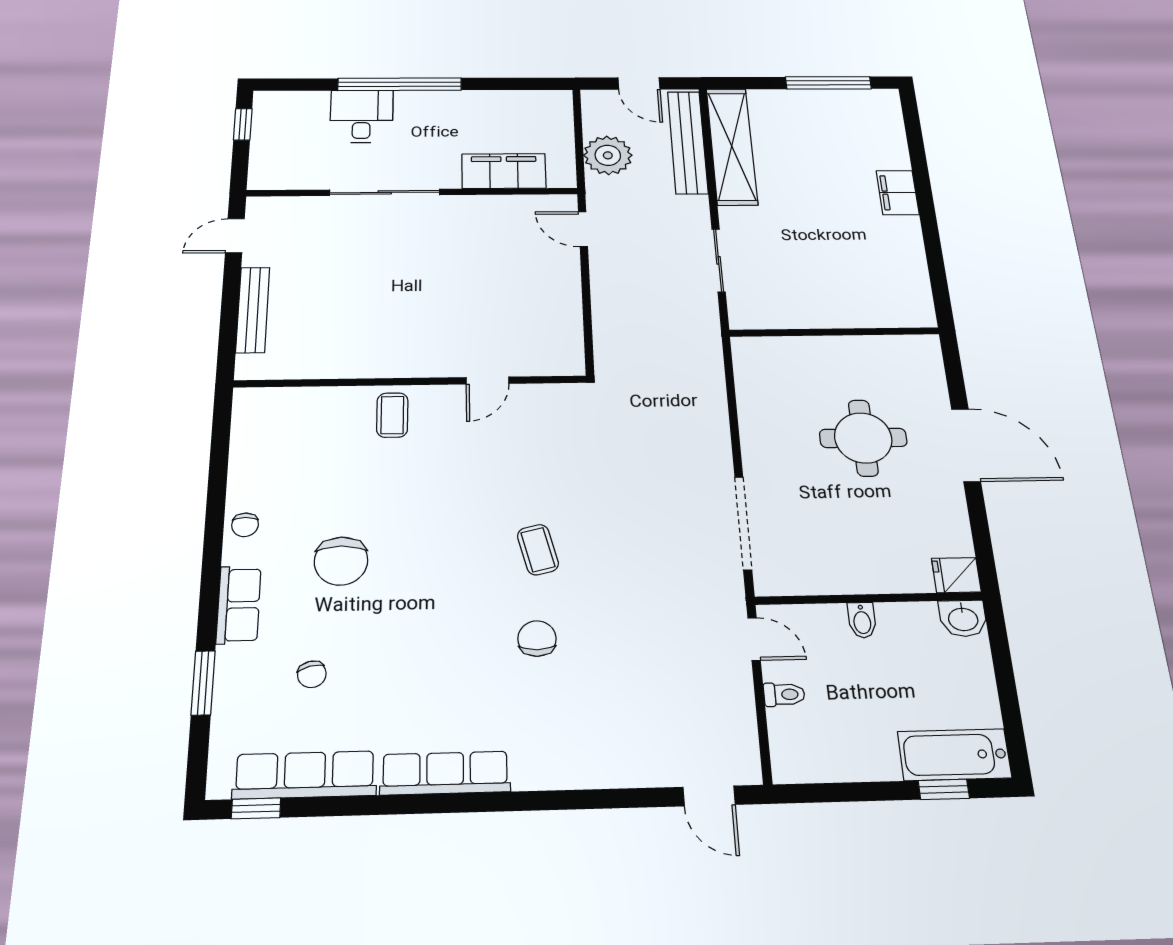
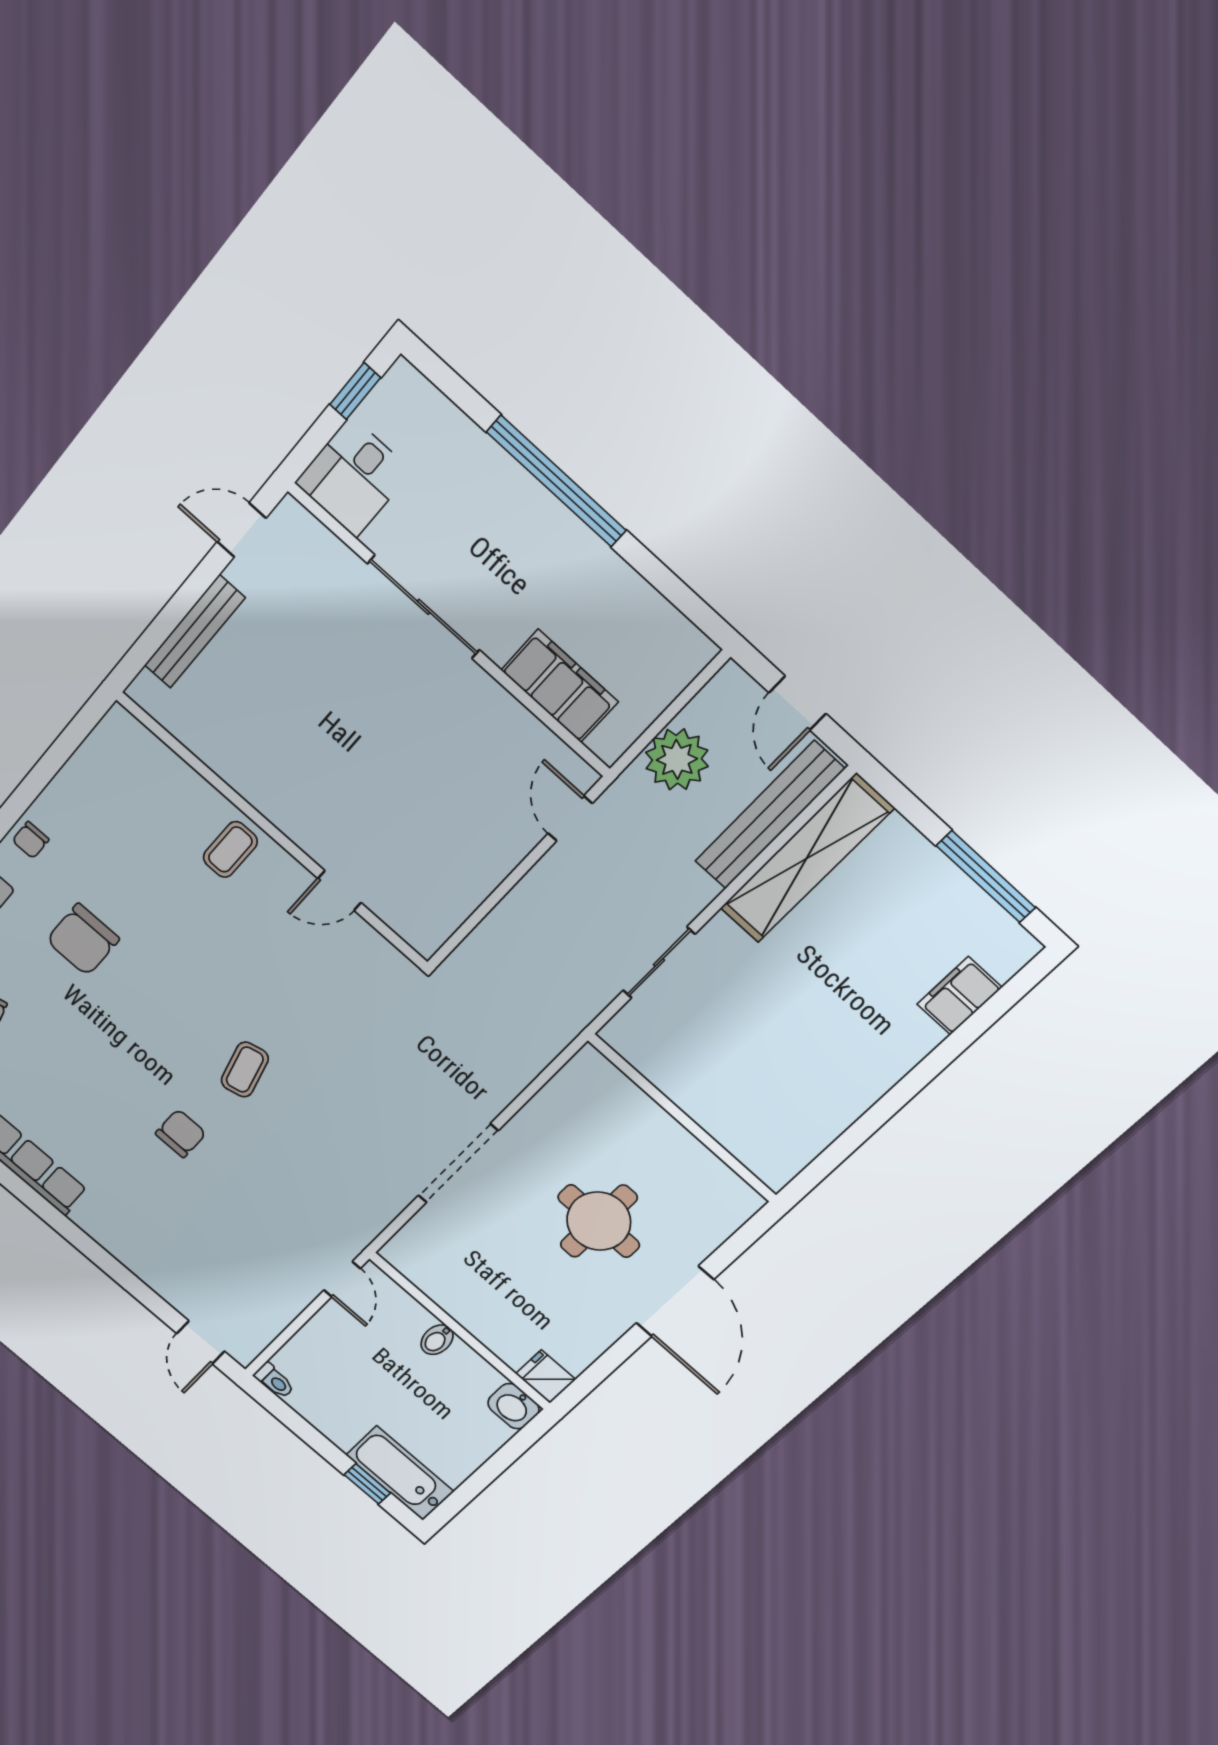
desk: (362, 116) -> (353, 477), moved, turned 180
filing cabinet: (898, 193) -> (959, 996), moved
doorway: (743, 523) -> (458, 1163), moved
toilet: (784, 694) -> (274, 1381), moved

